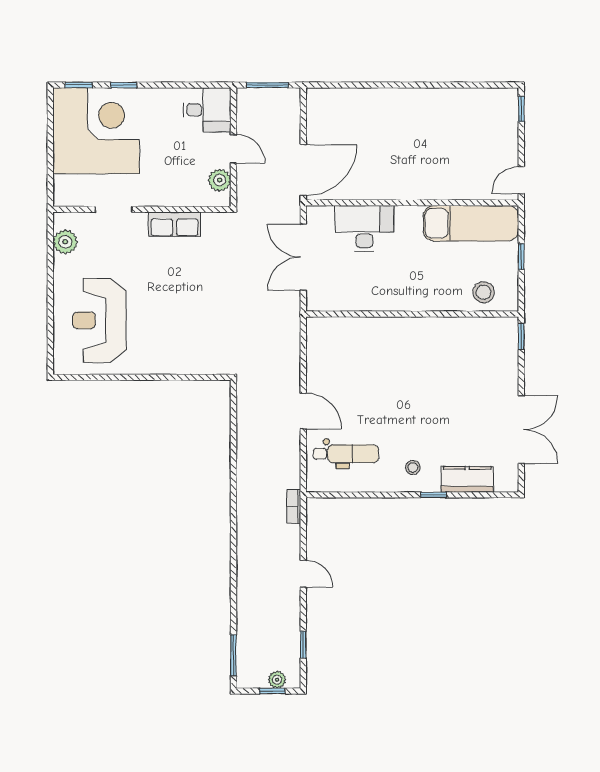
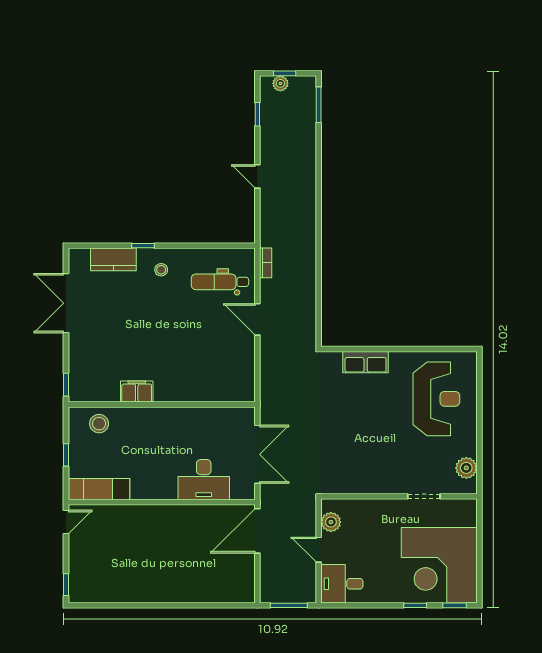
exam couch: (471, 223) -> (99, 489), width x0.73, depth x0.69
row of seats: (175, 224) -> (366, 362), moved, turned 180
filing cabinet: (441, 329) -> (137, 391), added
bookcase: (294, 507) -> (266, 263), moved

